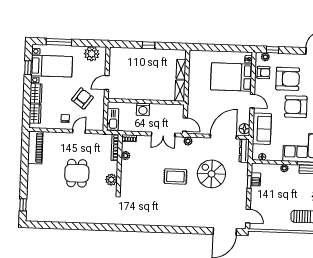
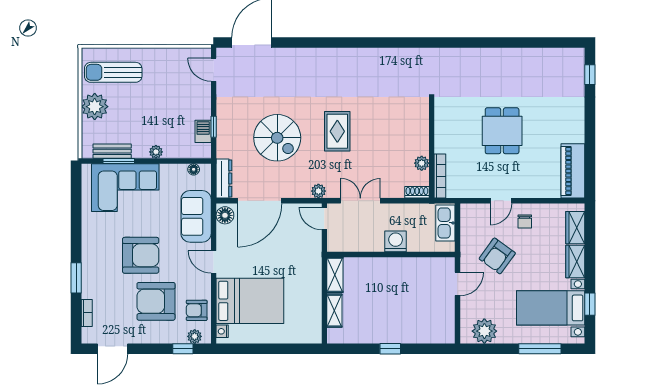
rug: (175, 177) -> (337, 131), turned 90
plant: (111, 180) -> (444, 122), removed

